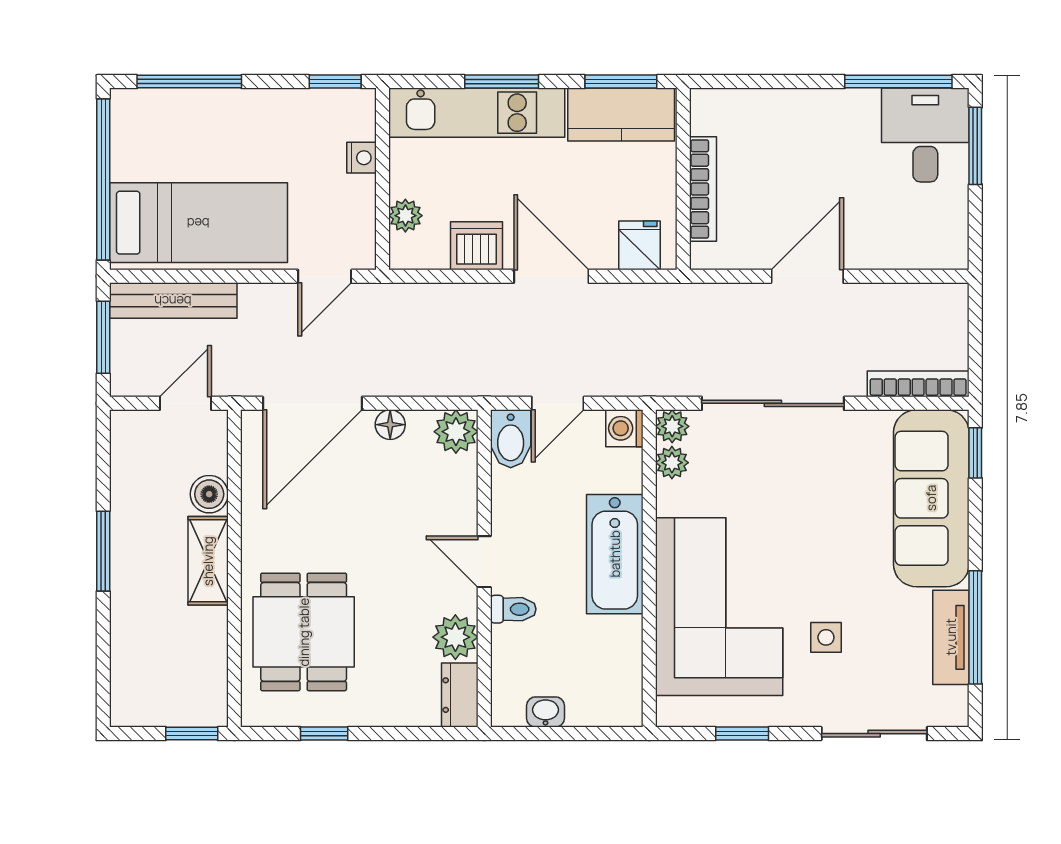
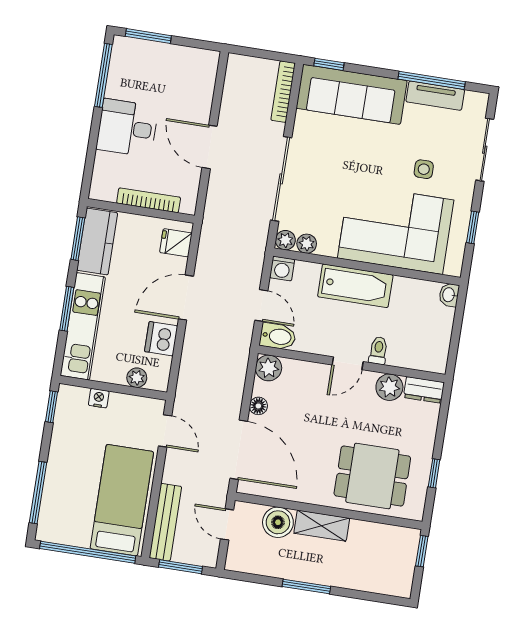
desk: (925, 135) -> (127, 128), moved
boiler: (209, 494) -> (278, 522), width x1.36, depth x1.36
washbasin: (545, 712) -> (449, 295), moved

